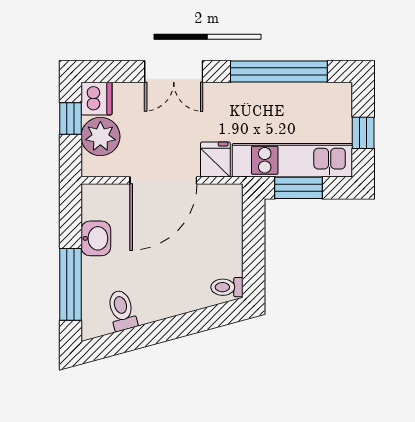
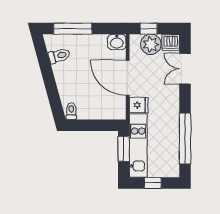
double door: (174, 71) -> (185, 69), moved
window: (70, 118) -> (149, 29), moved
washbasin: (96, 238) -> (117, 42), moved

